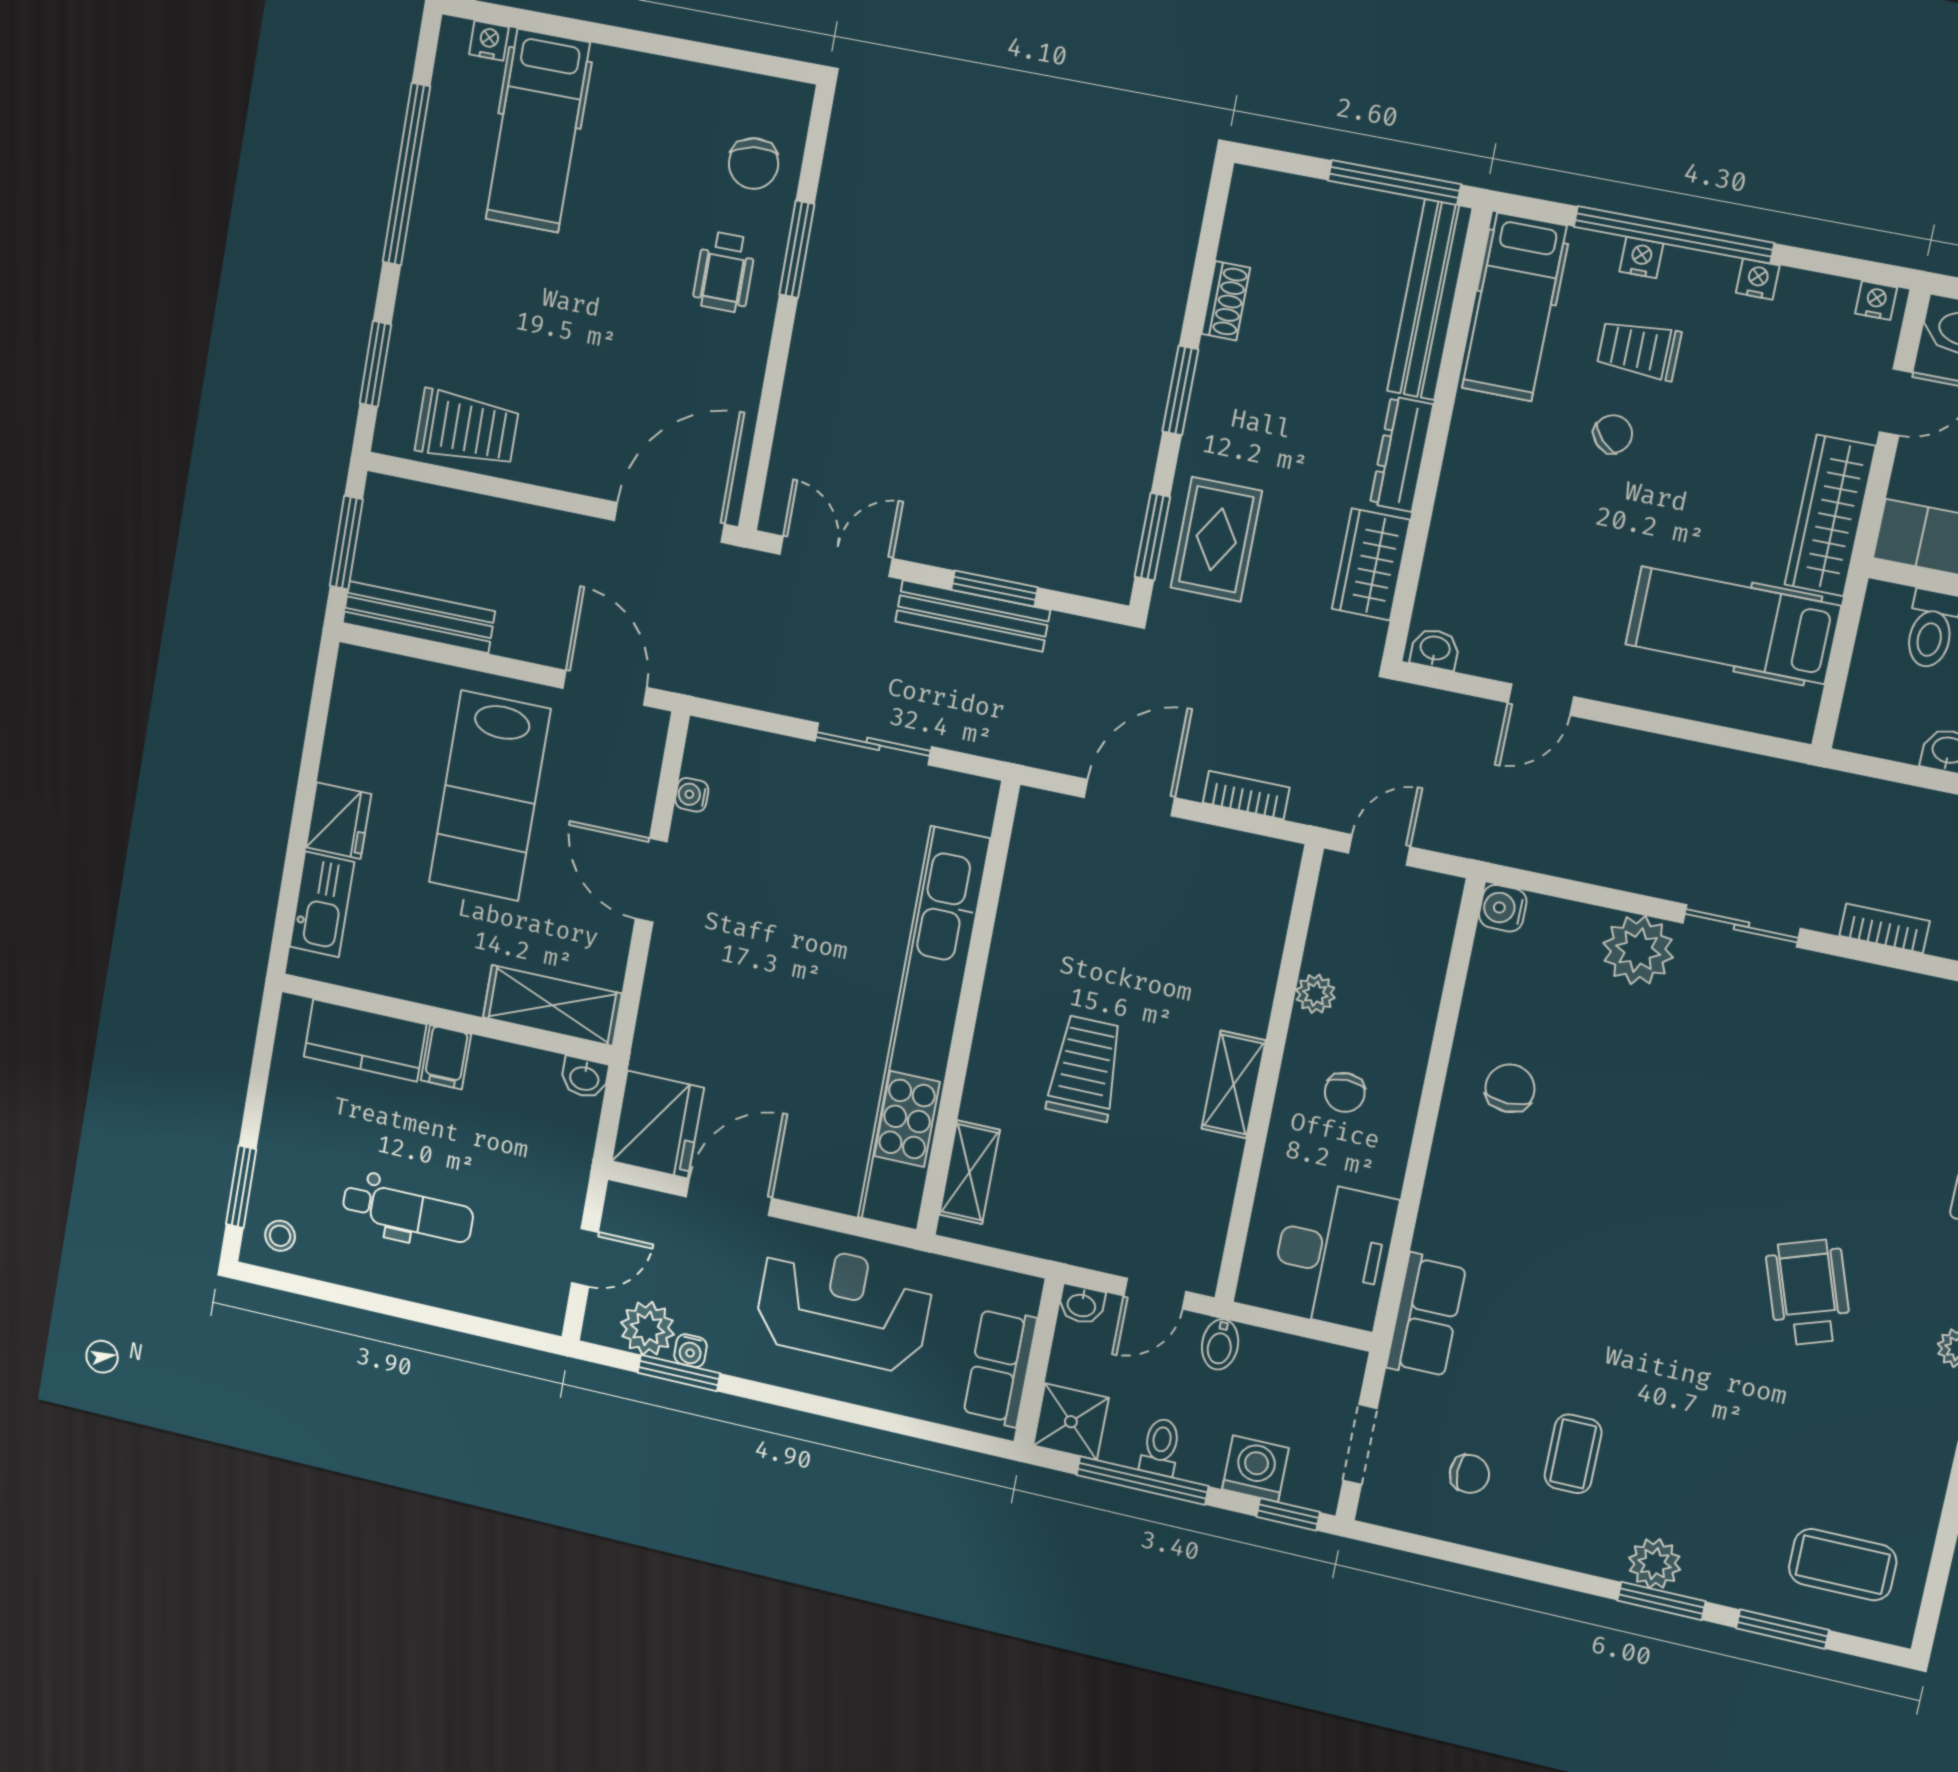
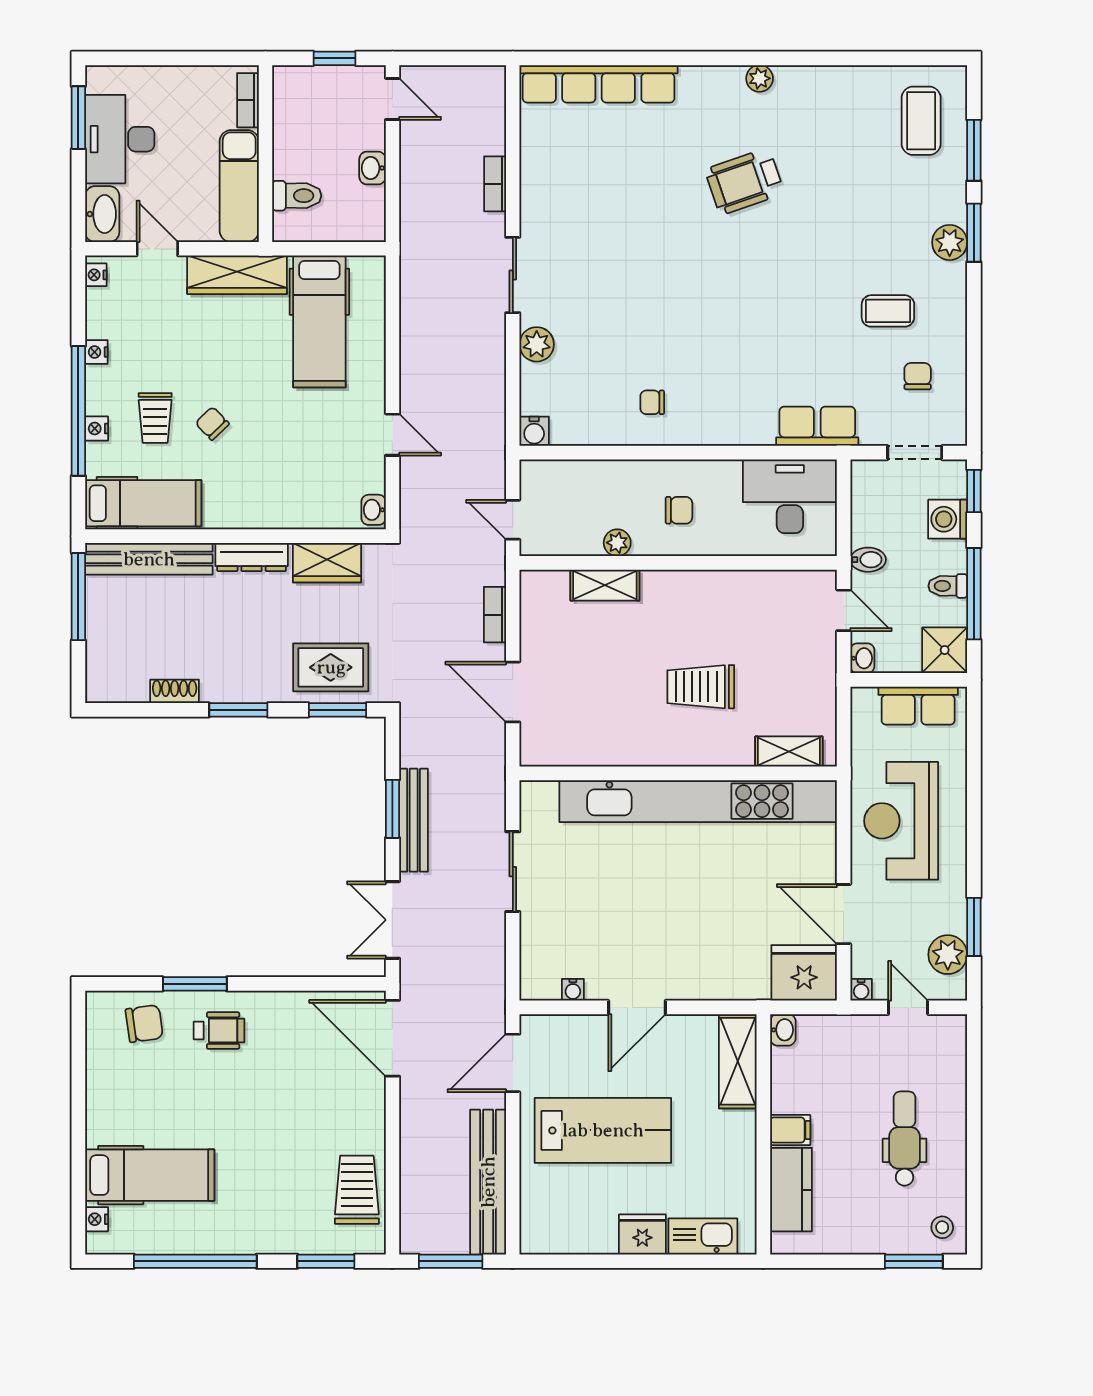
bench: (419, 617) -> (488, 1182), width x1.37, depth x1.21
plant: (1638, 950) -> (537, 344), width x0.73, depth x0.73
shelving: (1234, 1084) -> (605, 585), moved
chair: (1510, 1088) -> (652, 402), width x0.73, depth x0.73
water cooler: (690, 1351) -> (861, 990), moved, turned 90

